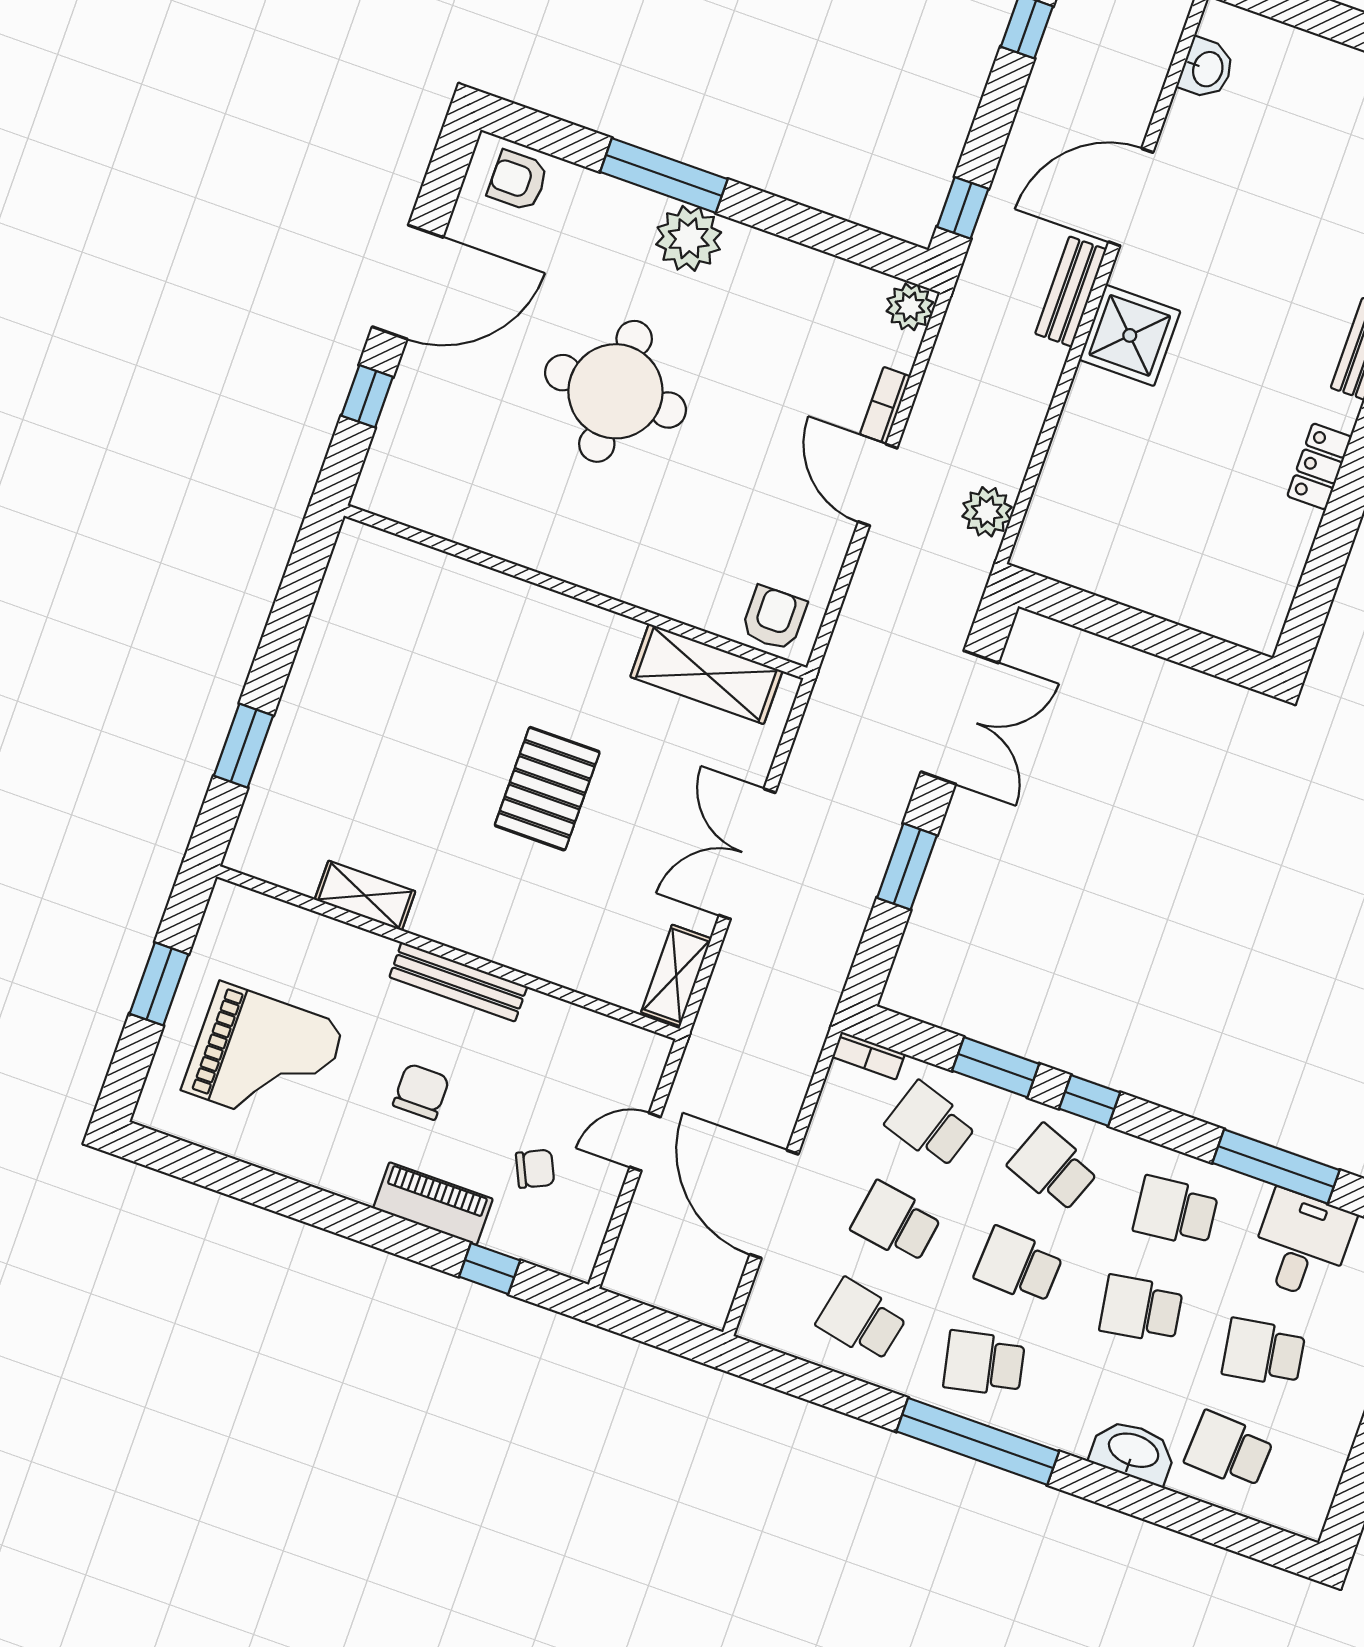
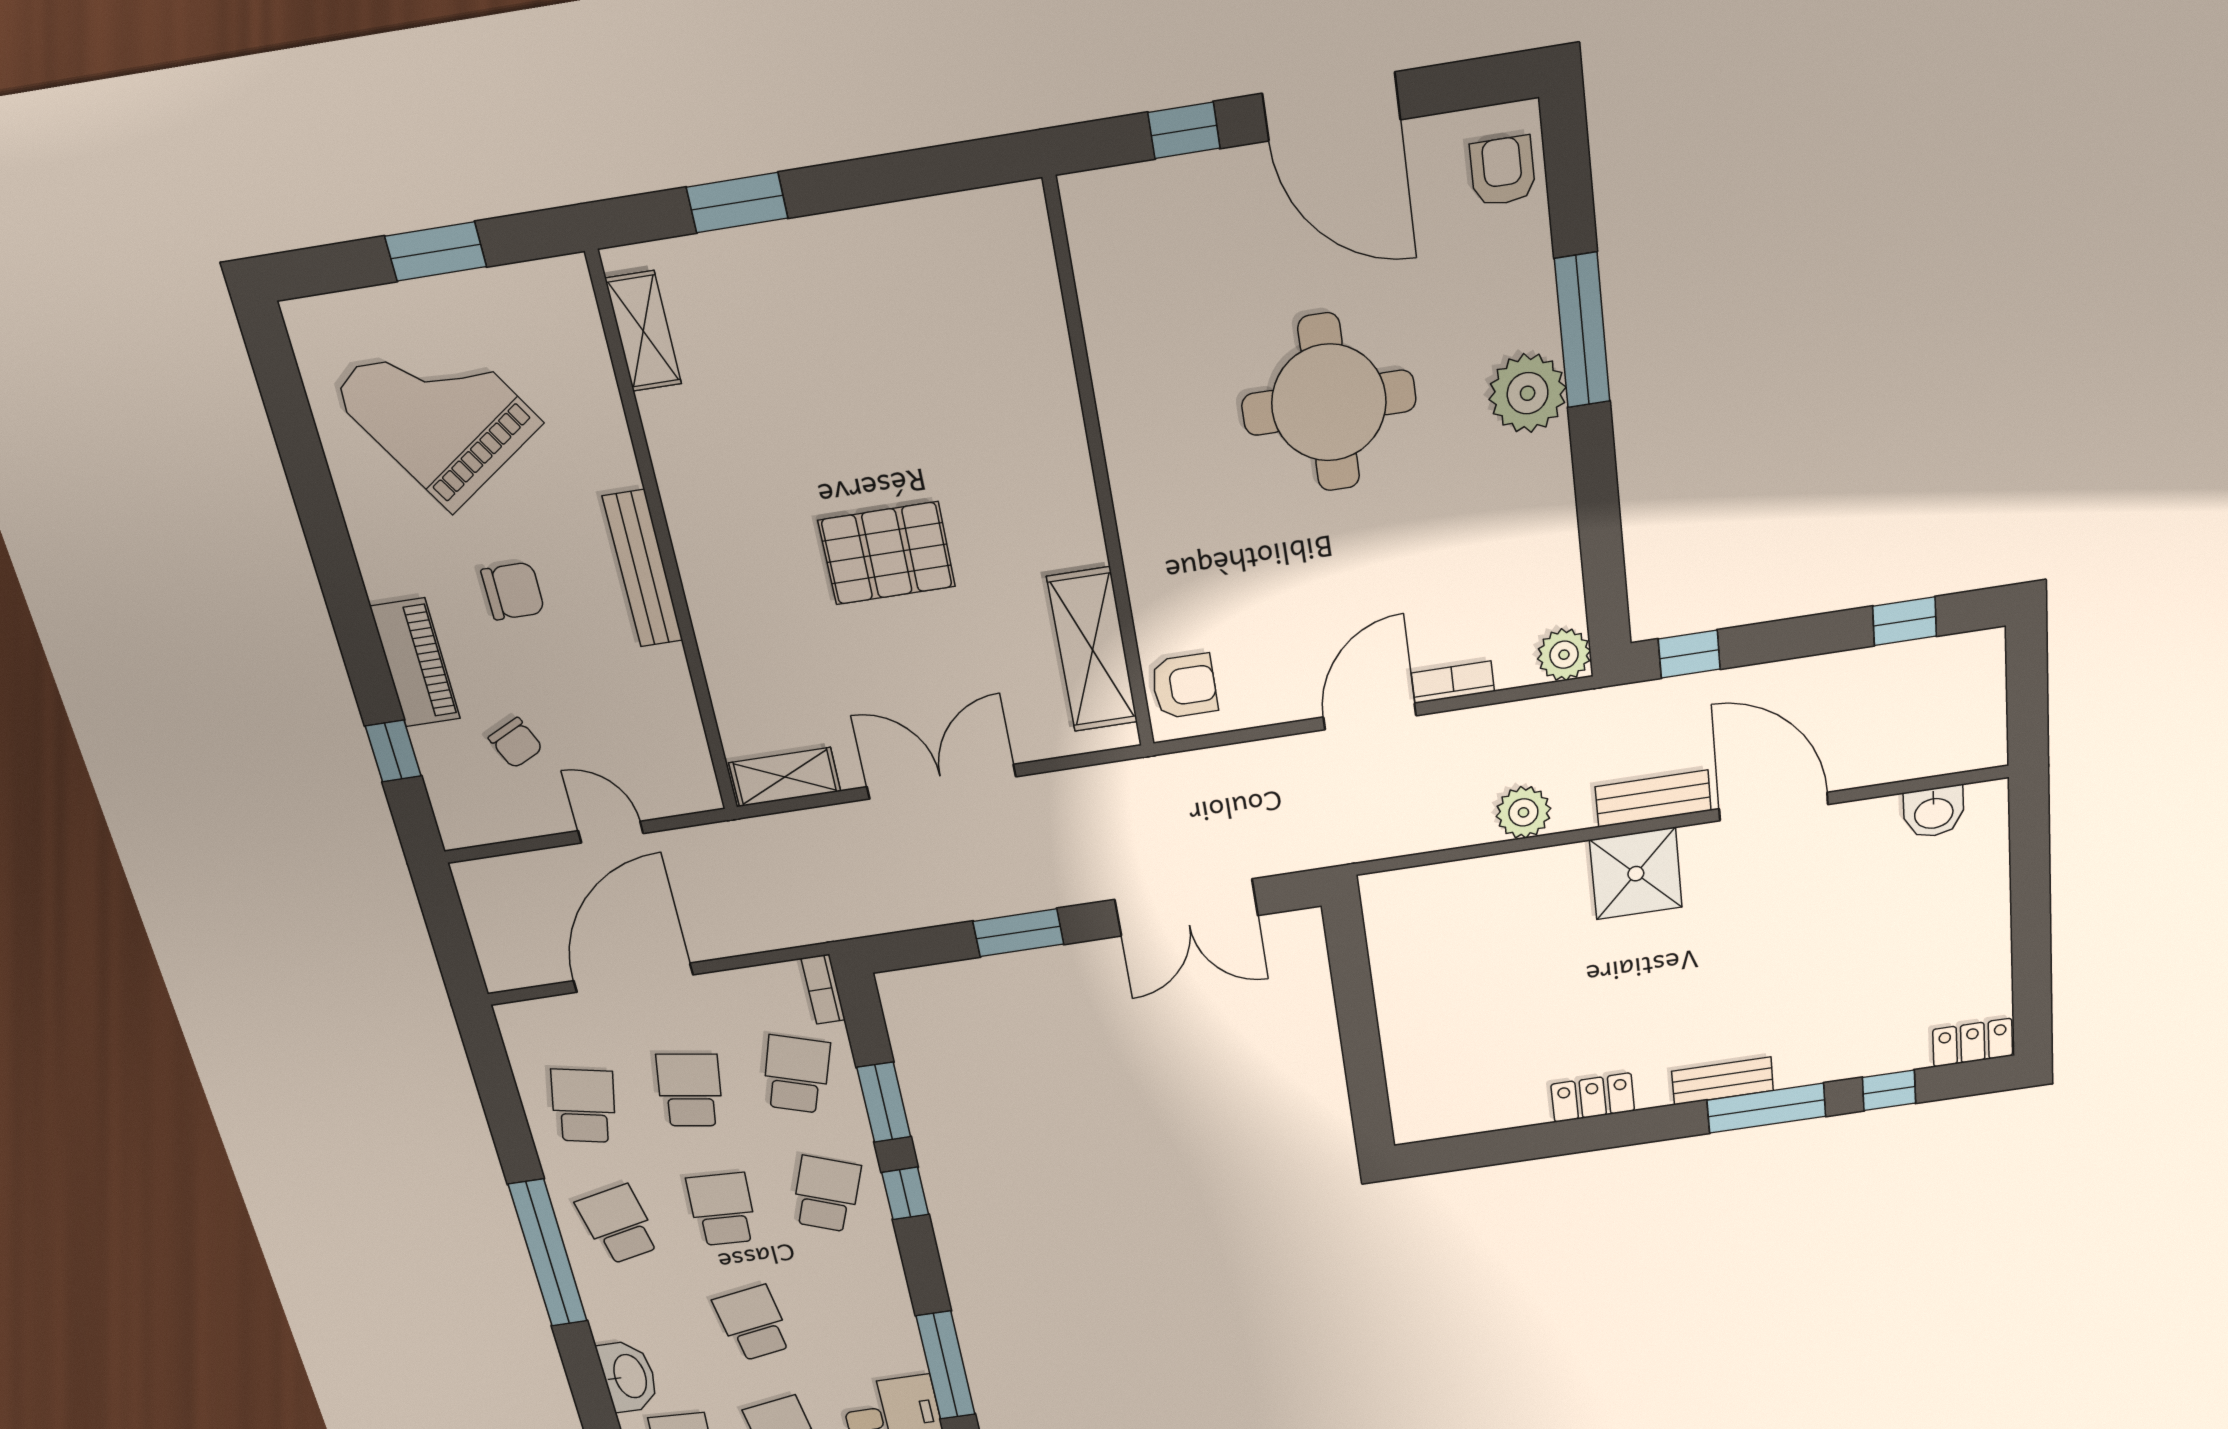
plant: (987, 512) -> (1523, 812), moved
shelving: (365, 896) -> (643, 331), moved
grand piano: (263, 1058) -> (437, 409), turned 147
school desk: (1176, 1211) -> (855, 1308), removed

